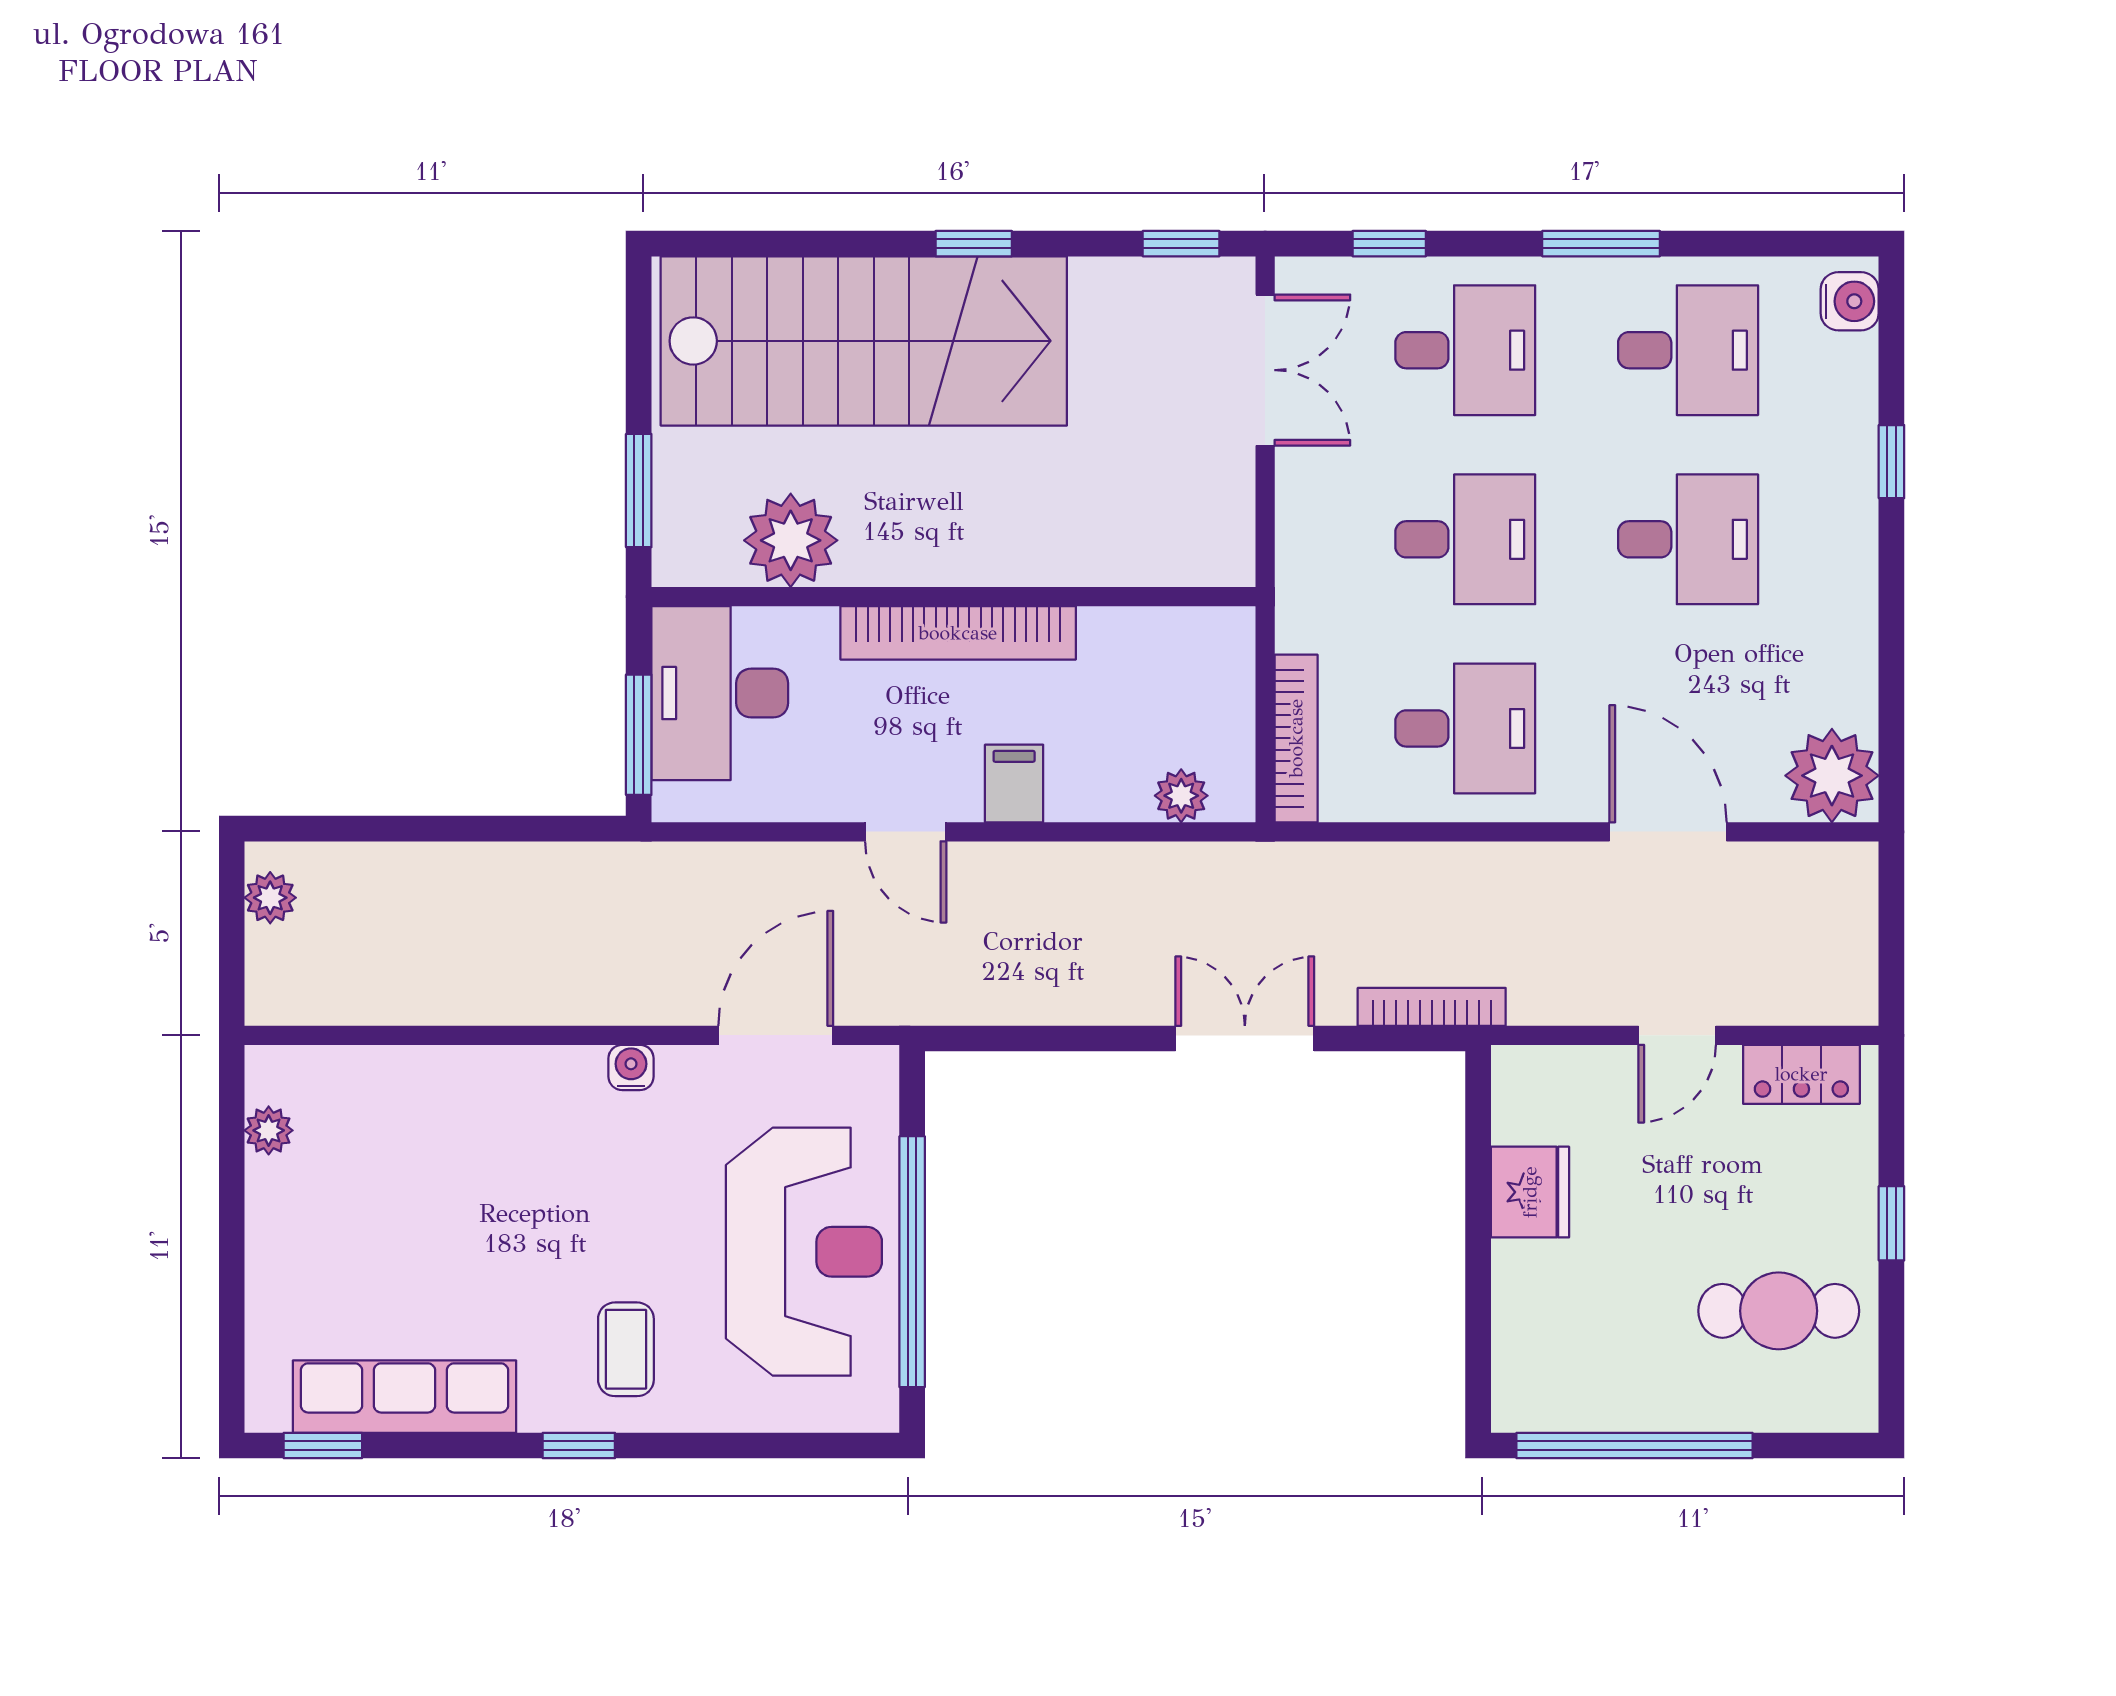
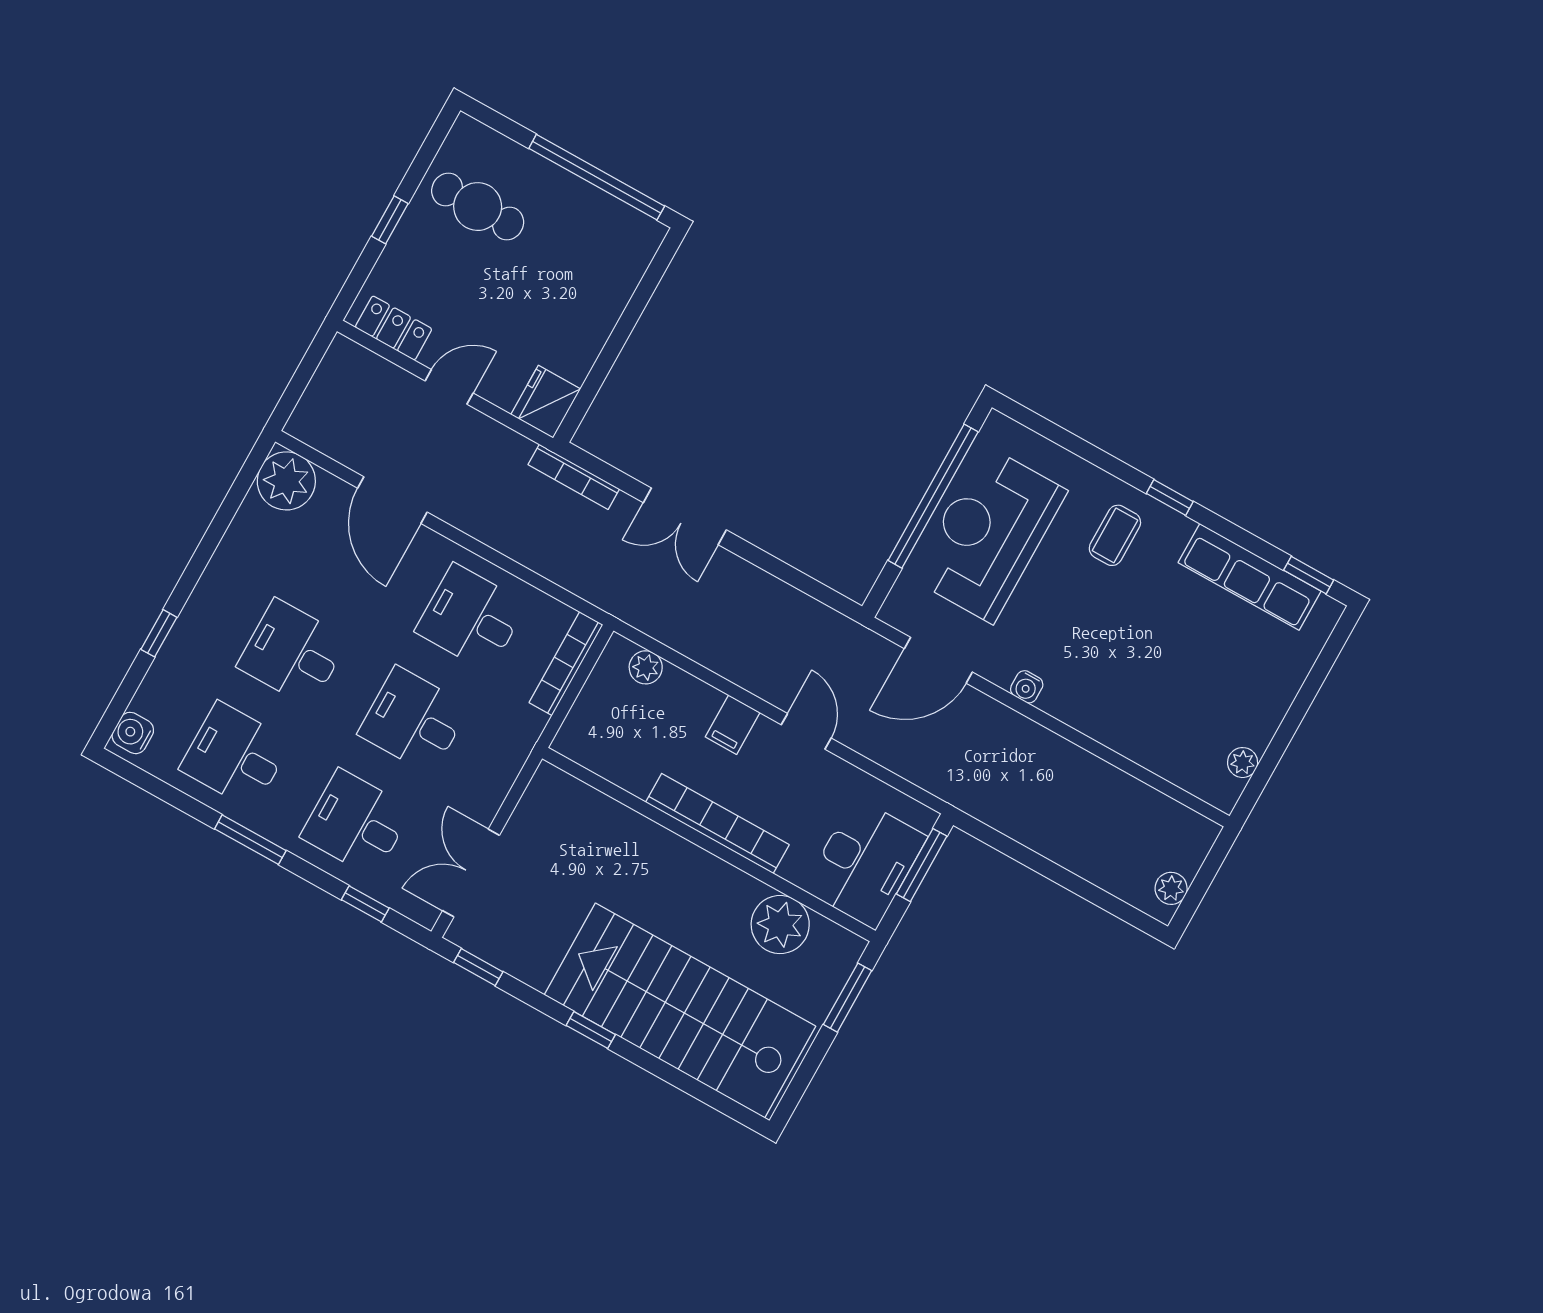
fridge: (1530, 1192) -> (546, 402), moved

